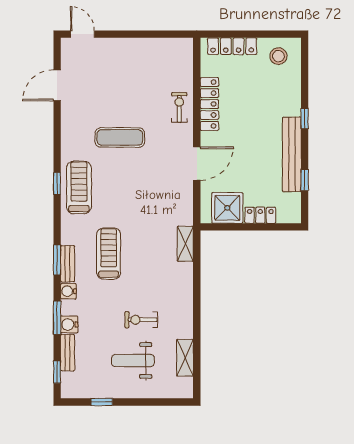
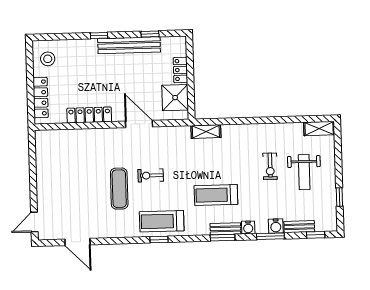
exercise bike: (179, 107) -> (151, 175), moved
shelving: (185, 358) -> (319, 128), moved

